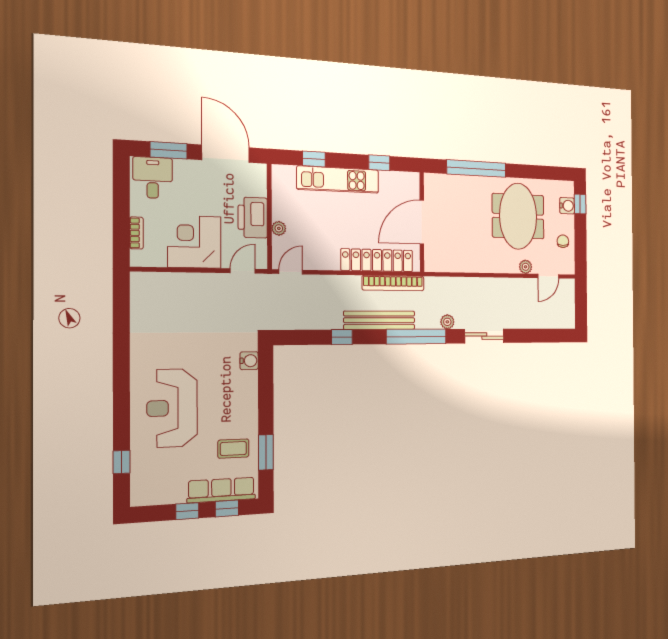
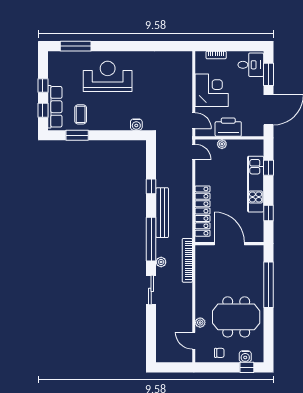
bookcase: (393, 283) -> (187, 260), moved
window: (121, 462) -> (76, 46), width x2.17

